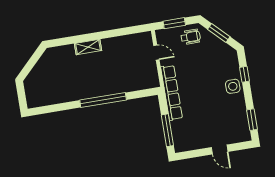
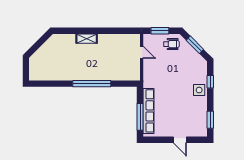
row of seats: (172, 93) -> (148, 111), moved

